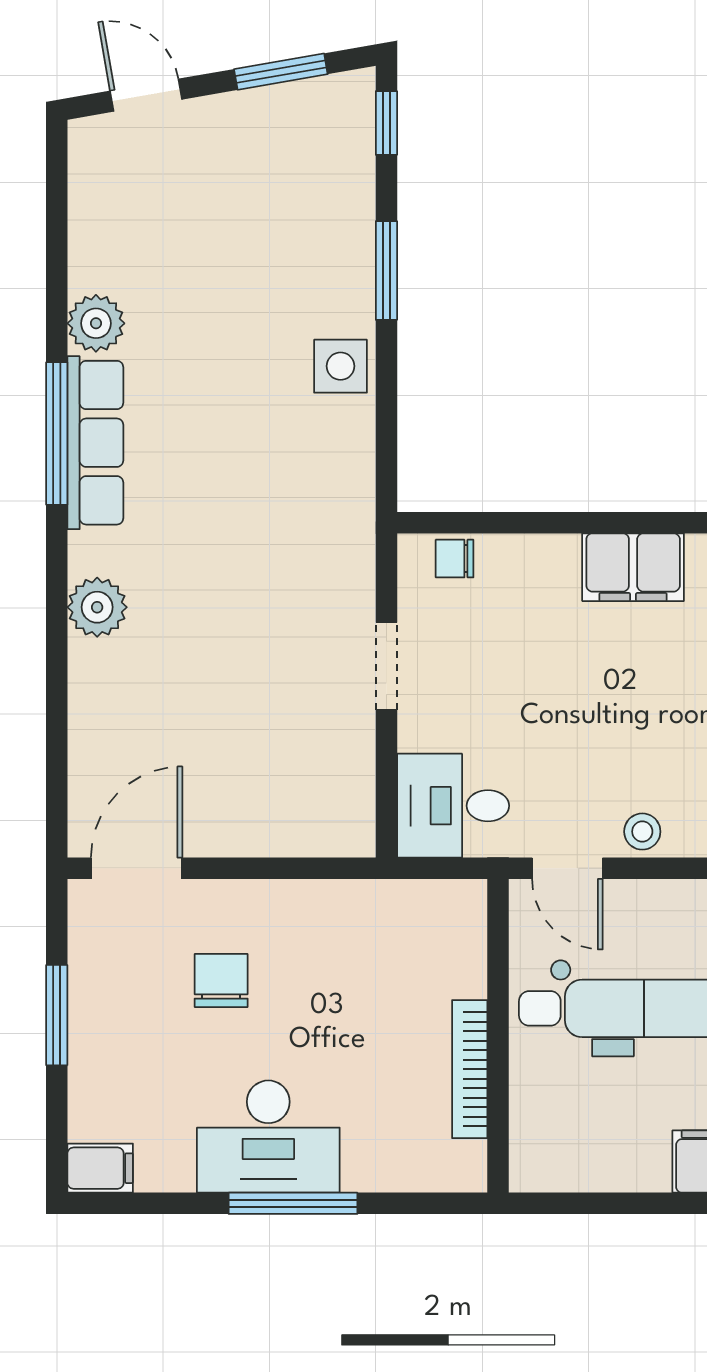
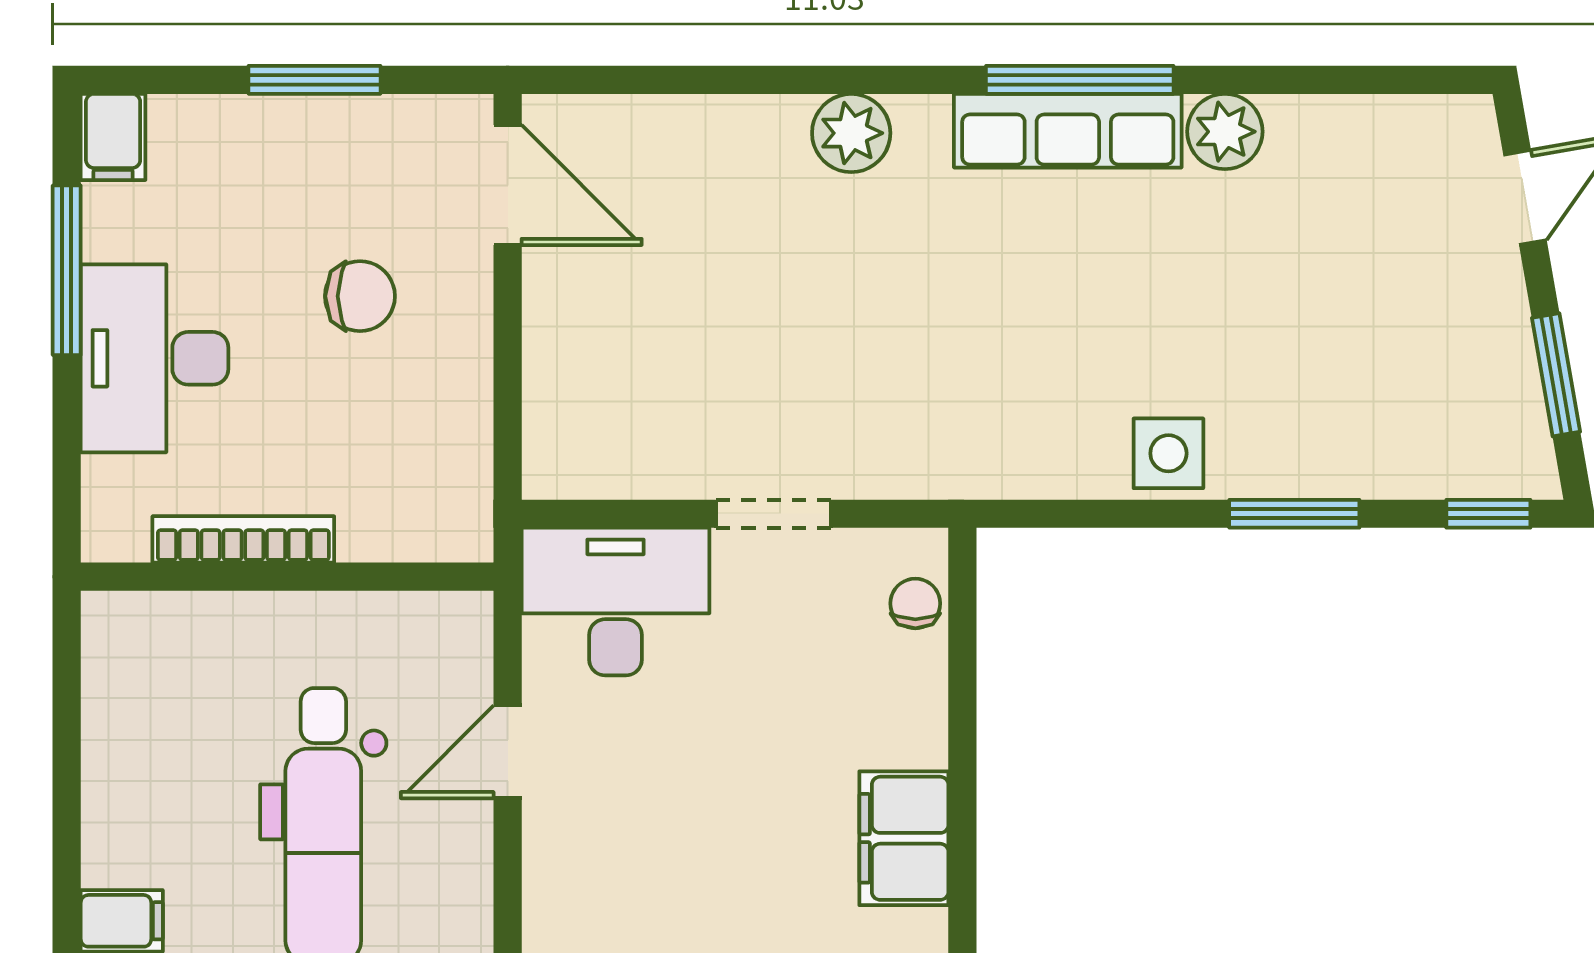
desk: (453, 806) -> (616, 602), width x1.37
stool: (642, 832) -> (556, 850), removed
wall: (498, 1036) -> (287, 577), moved
bookcase: (470, 1069) -> (243, 539), moved
window: (293, 1203) -> (67, 270), moved

